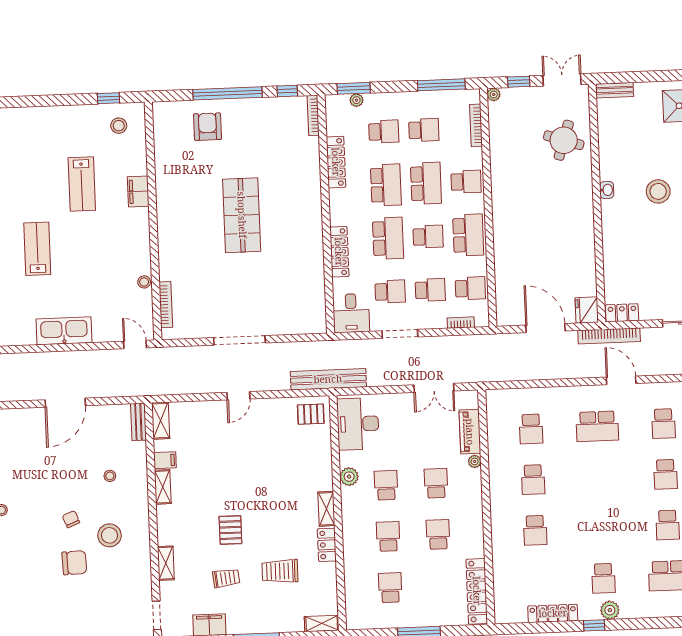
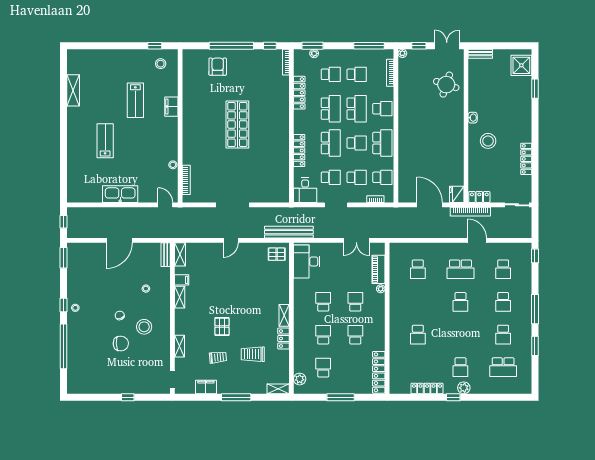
stool: (658, 191) -> (488, 141), moved
plant: (349, 477) -> (300, 379), moved
school desk: (533, 480) -> (460, 302), moved

